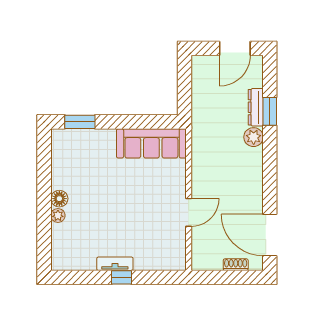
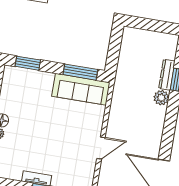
door: (235, 48) -> (158, 26), removed
window: (147, 122) -> (80, 72), added

